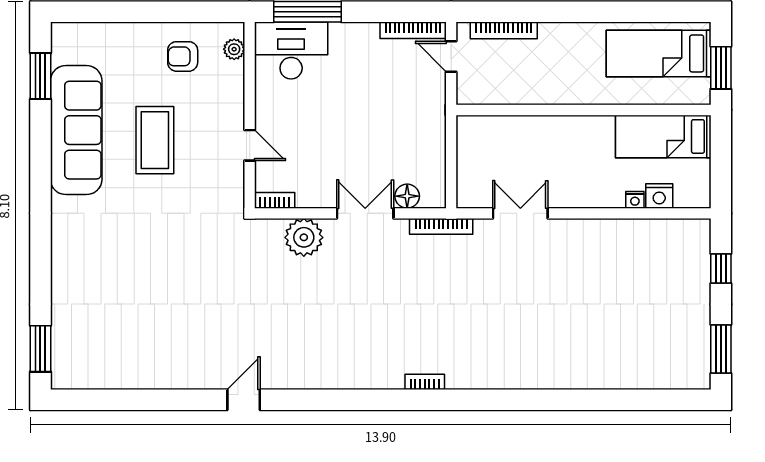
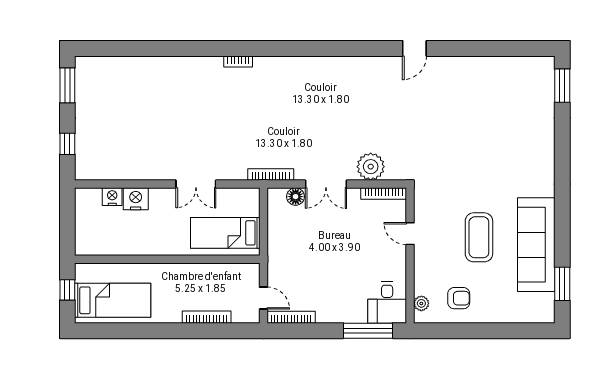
bookcase: (504, 30) -> (207, 317), moved
desk: (291, 50) -> (387, 303), width x0.73
window: (721, 68) -> (67, 290), width x0.67
bed: (663, 136) -> (225, 233), moved, turned 180
bookcase: (275, 200) -> (384, 194), width x1.56
nightstand: (635, 200) -> (136, 199), width x1.89, depth x1.79
double door: (520, 213) -> (196, 184), moved
bookcase: (425, 382) -> (238, 61), moved

